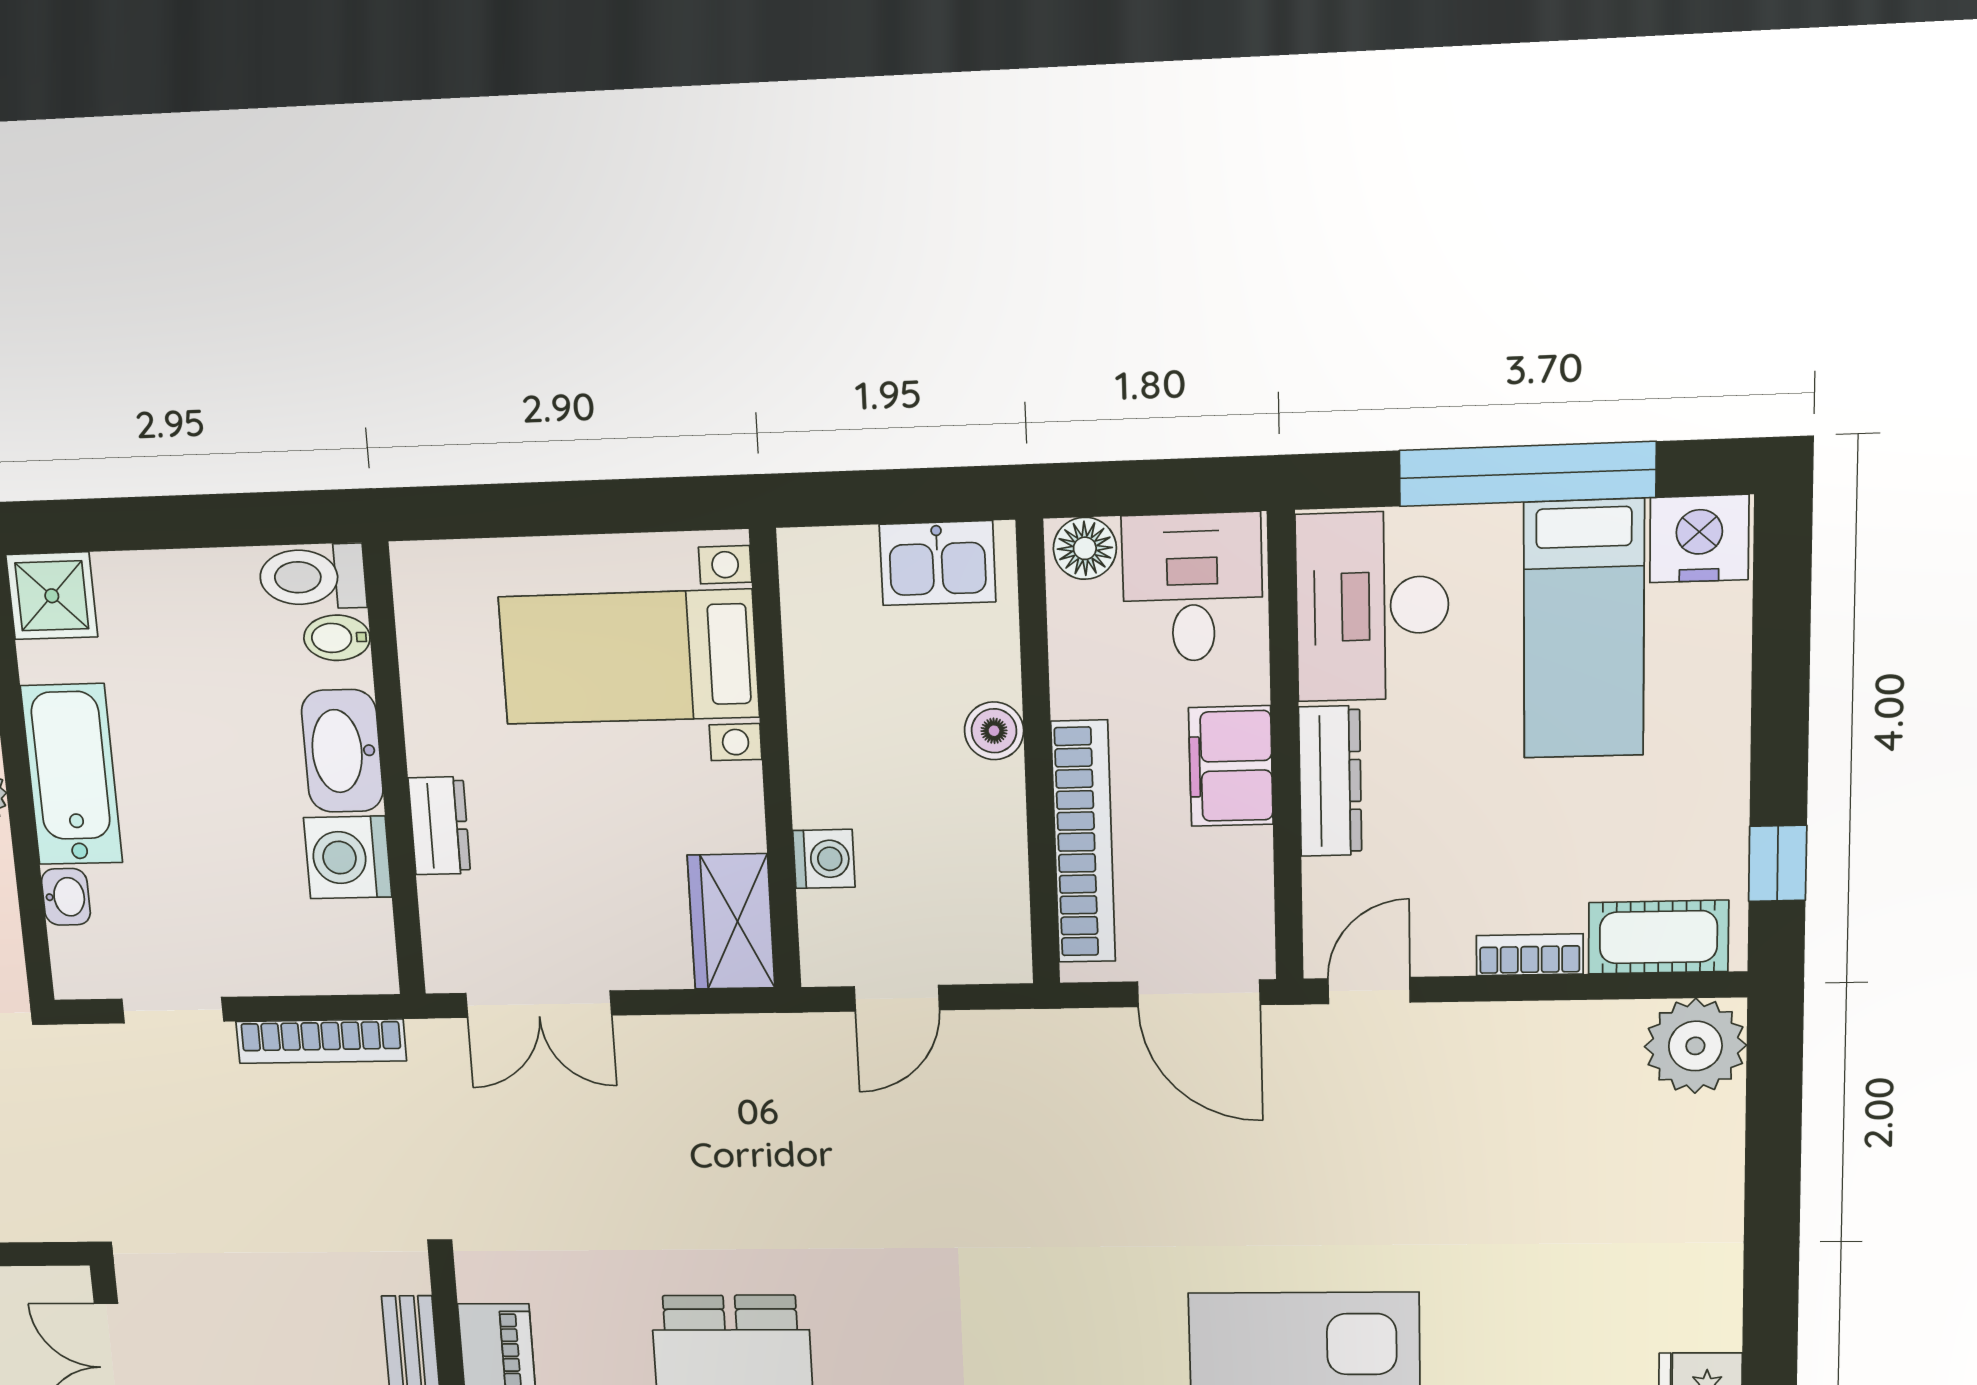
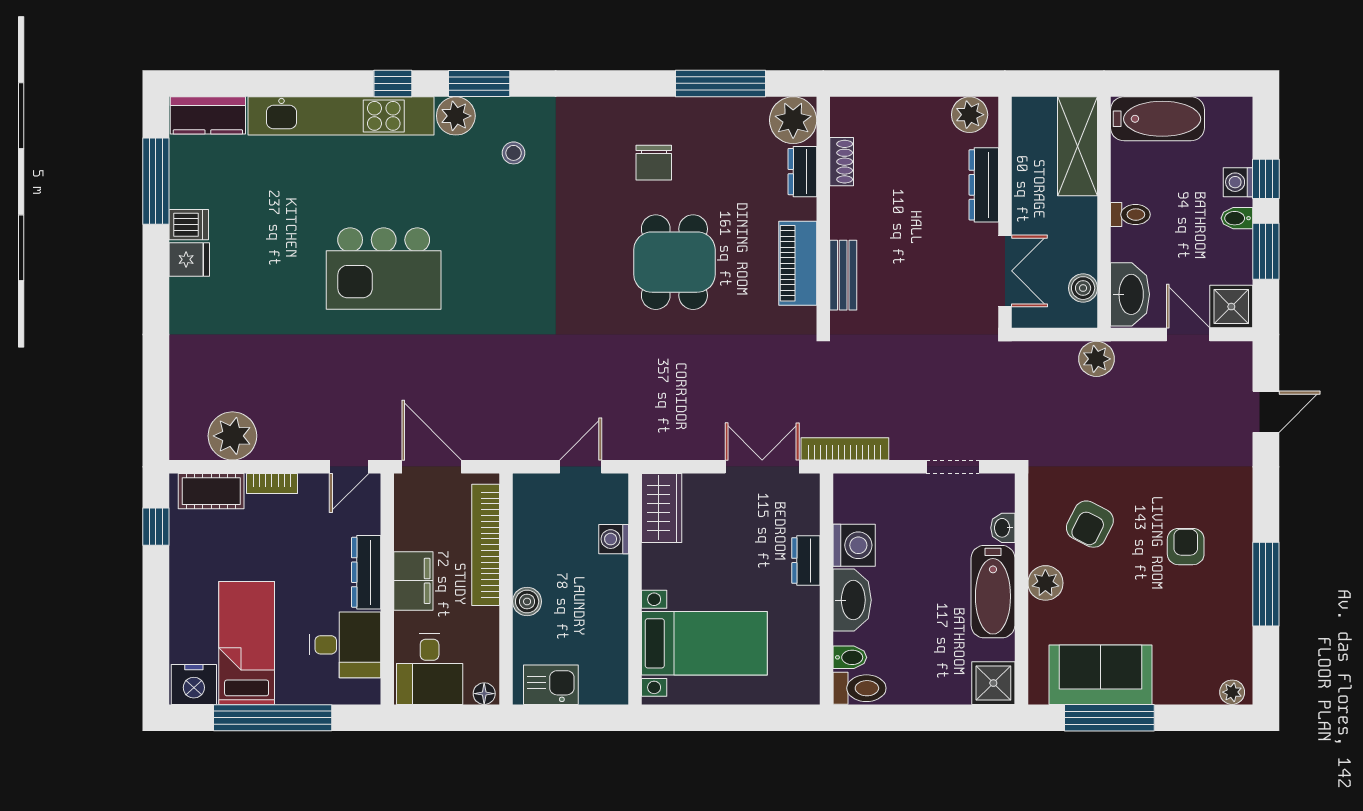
floor lamp: (1085, 548) -> (484, 694), width x0.73, depth x0.73
desk: (1372, 606) -> (345, 645), width x0.73
bookcase: (321, 1041) -> (845, 449), moved
plant: (1695, 1046) -> (232, 436), moved

